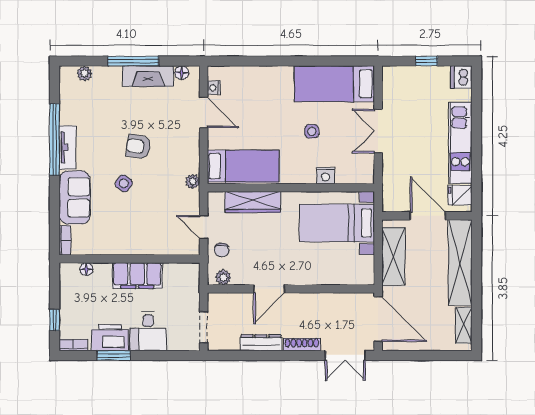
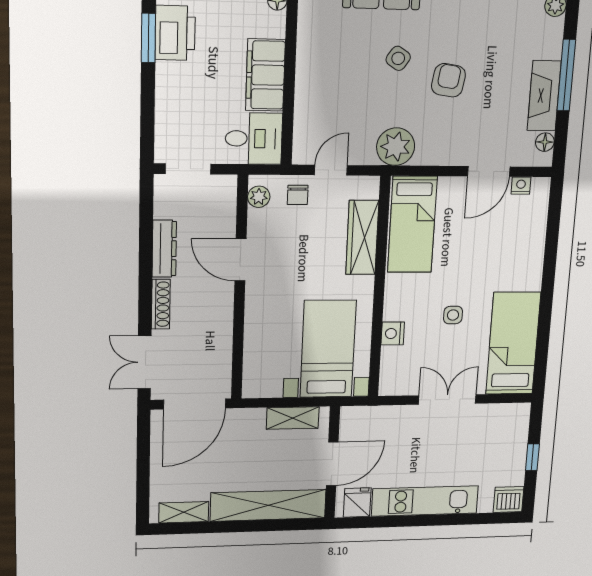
plant: (193, 182) -> (396, 147), width x1.88, depth x1.88
chair: (222, 250) -> (298, 195), turned -90
shelving: (393, 256) -> (293, 418), width x0.67, depth x0.75
desk: (148, 331) -> (254, 139), moved, turned 180

